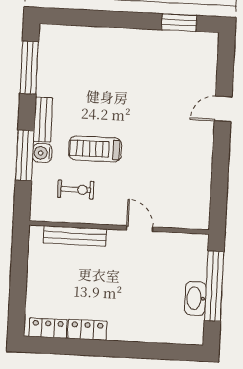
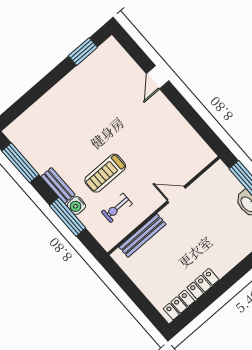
exercise bike: (76, 189) -> (117, 208), turned 180

